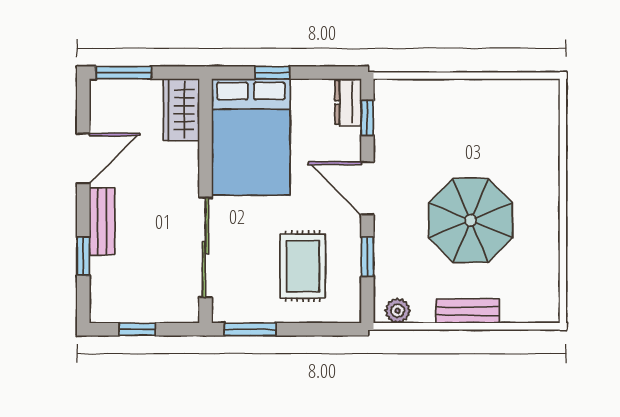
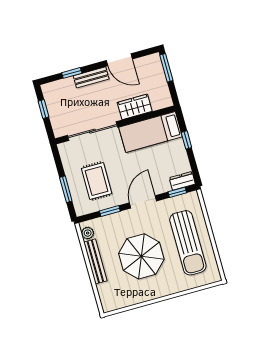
wardrobe: (181, 110) -> (135, 107), moved
sun lounger: (469, 124) -> (188, 243), added
bed: (251, 137) -> (151, 132), width x0.67
rug: (303, 266) -> (97, 181), turned 90
bench: (467, 311) -> (95, 261), width x1.36
window: (250, 329) -> (66, 189), moved

